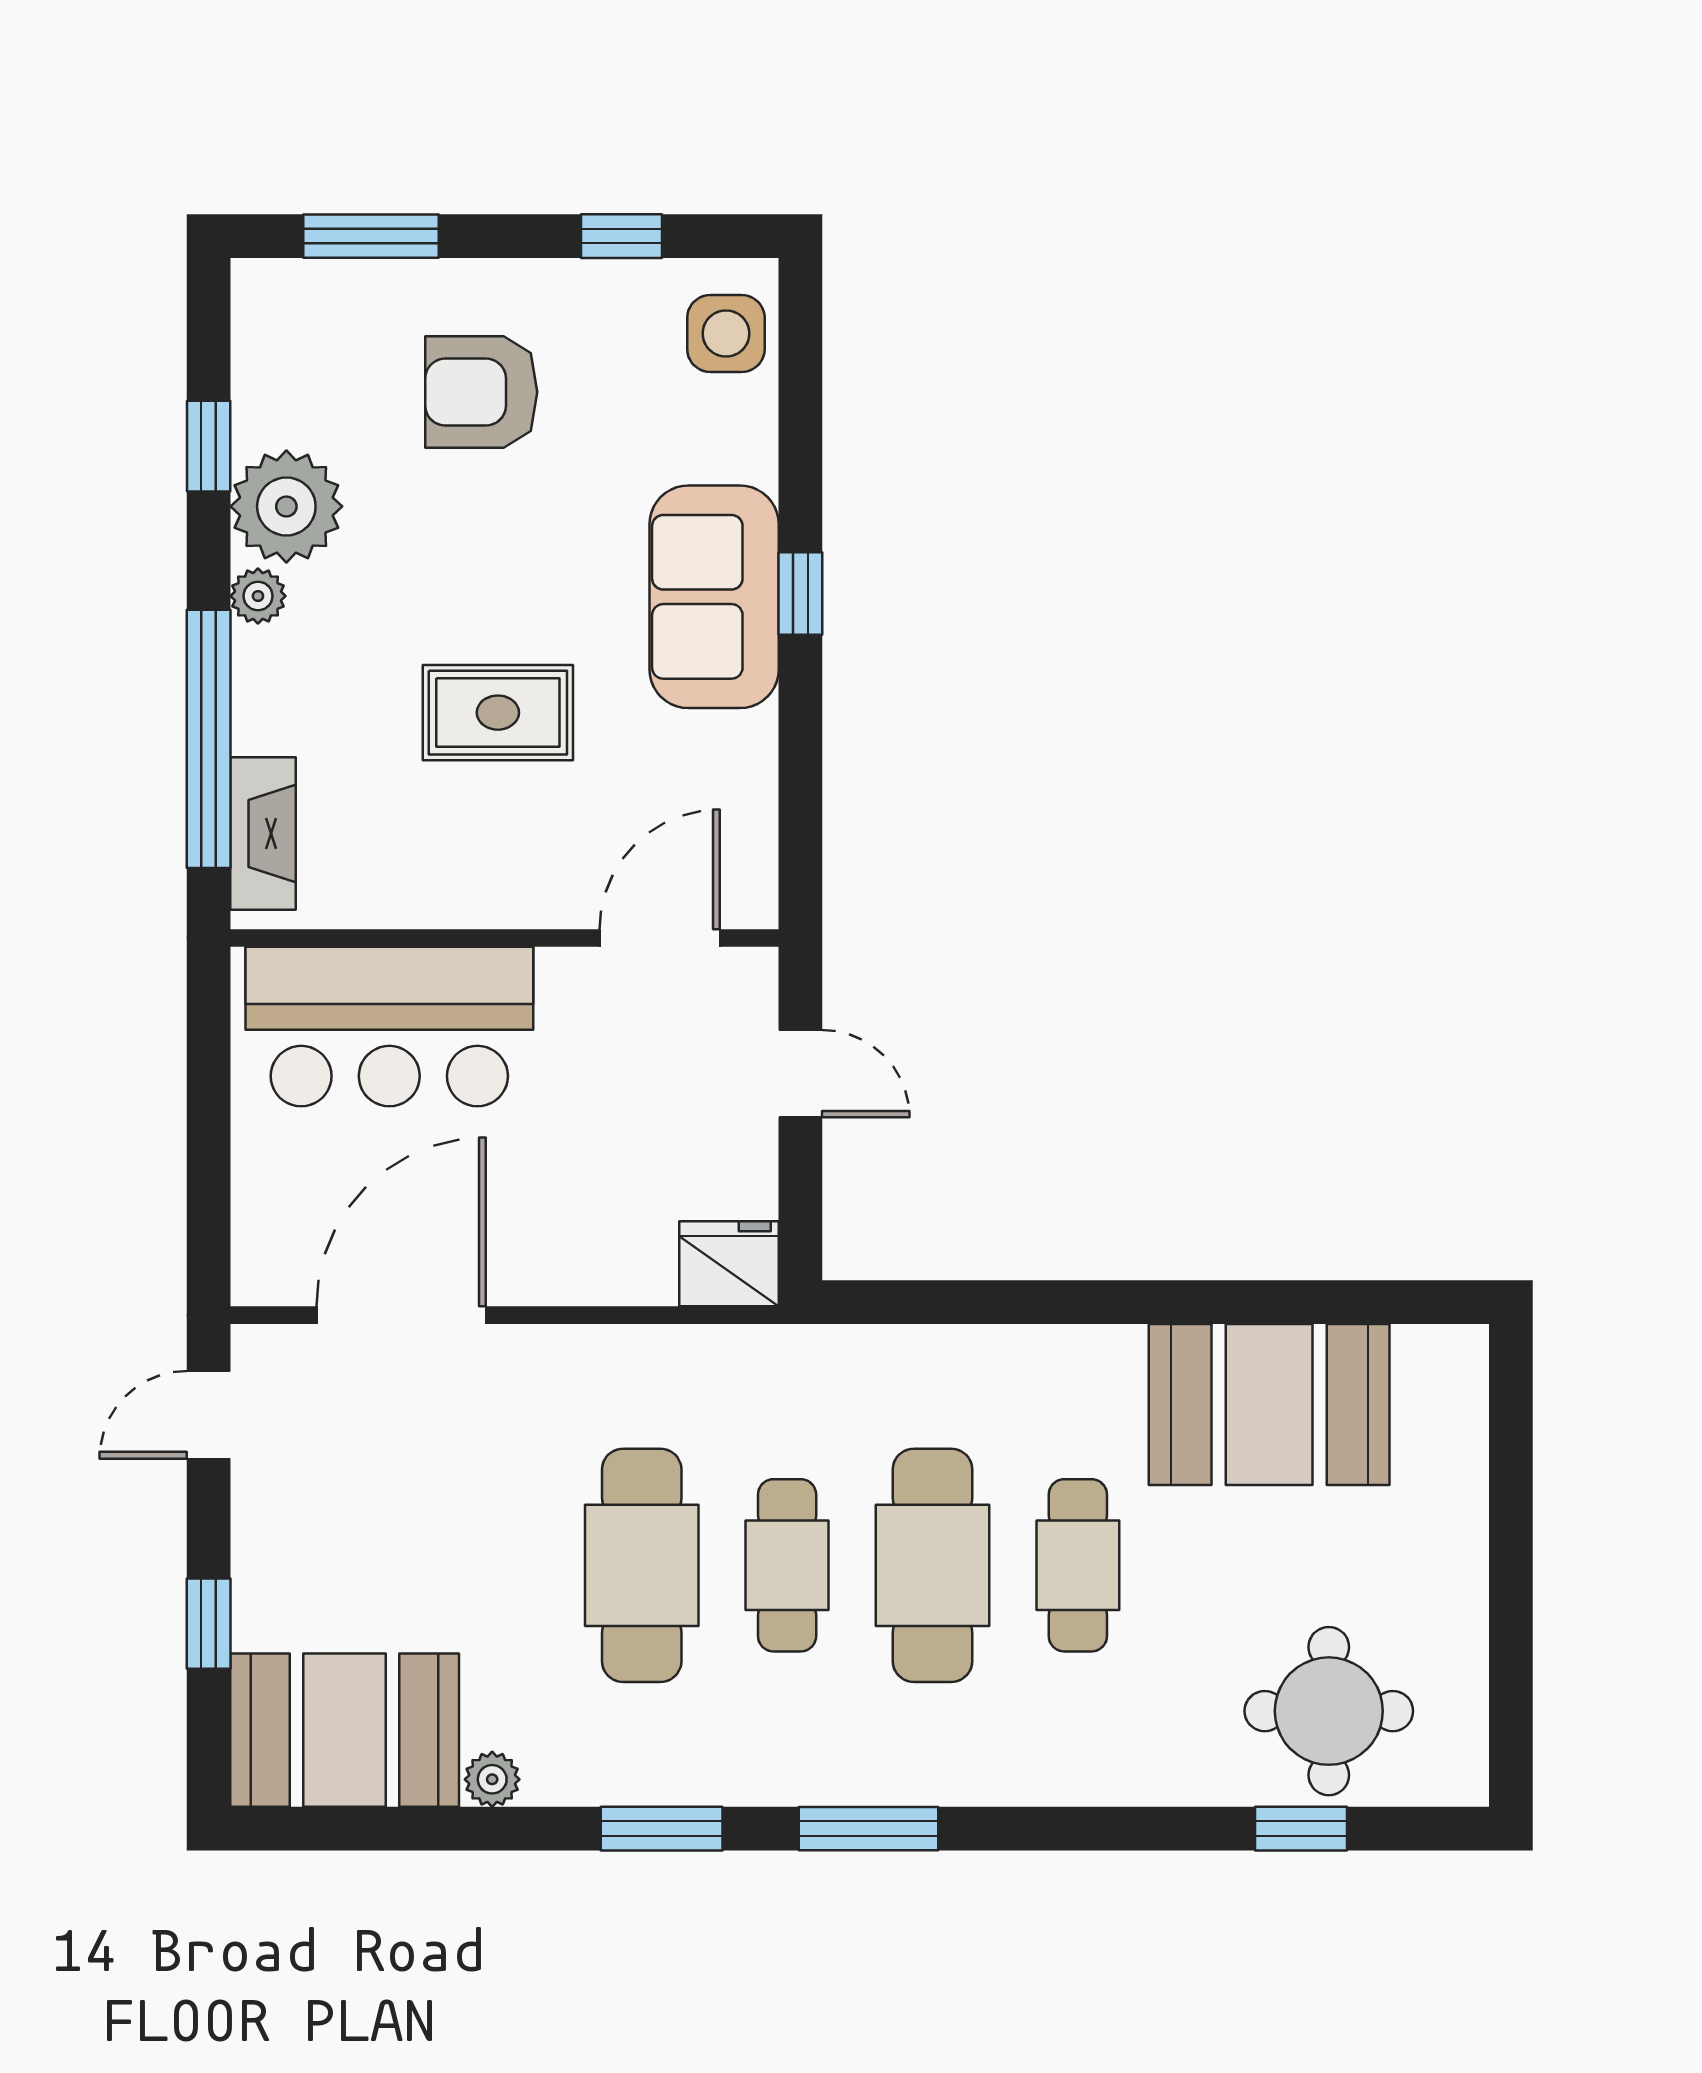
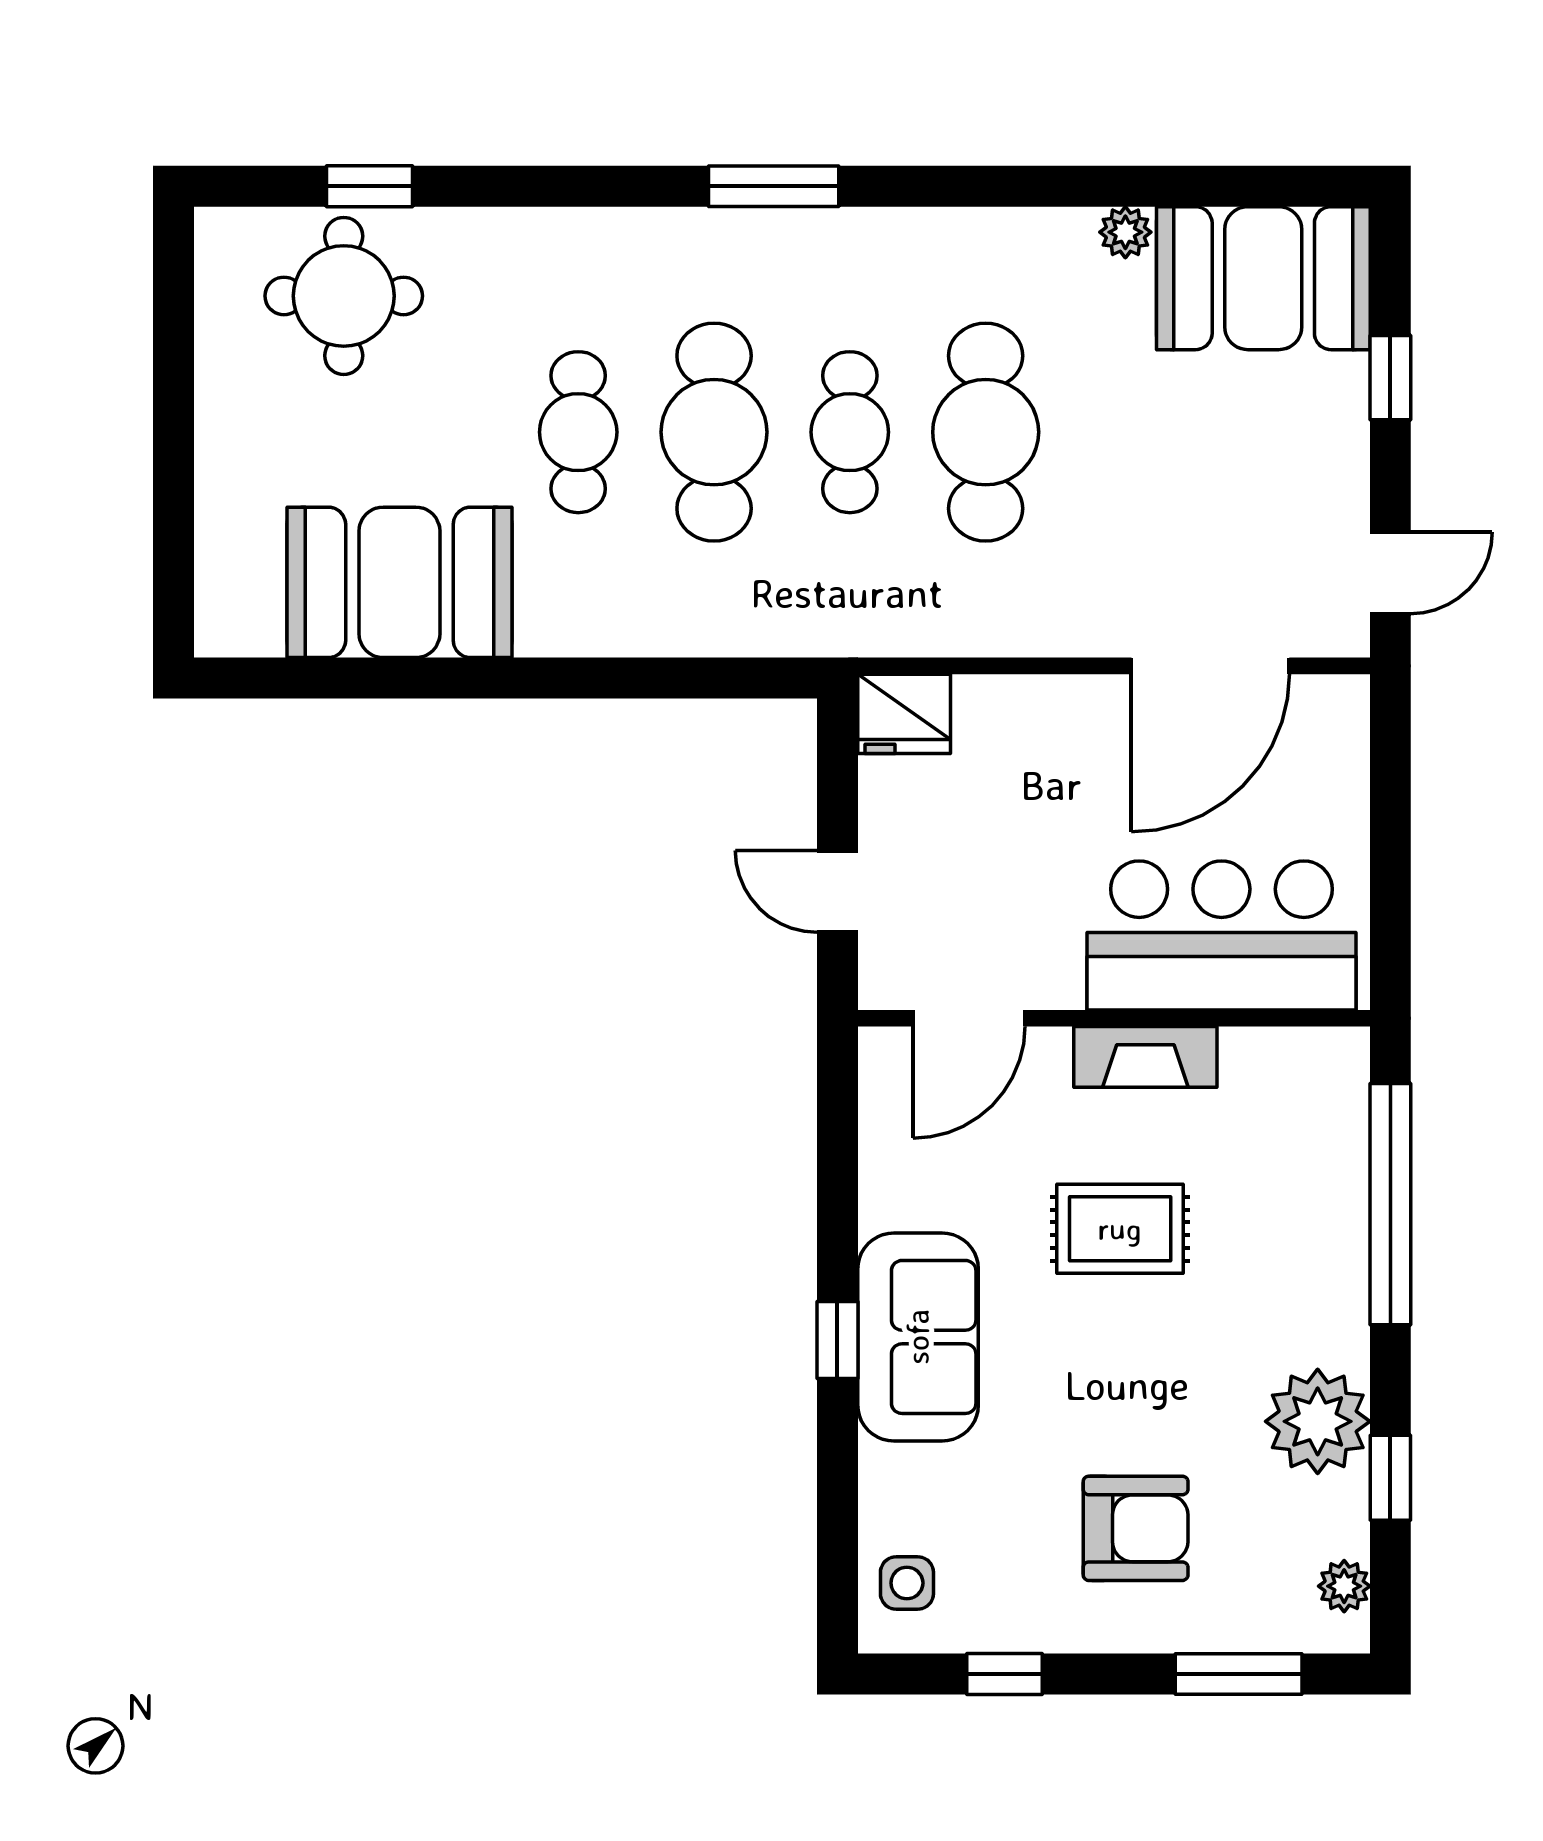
side table: (726, 333) -> (907, 1583), width x0.73, depth x0.73
plant: (258, 596) -> (1344, 1586), moved
fireplace: (263, 833) -> (1145, 1057), moved, turned -90
window: (662, 1829) -> (967, 186), removed

